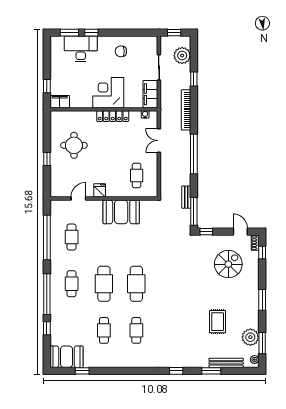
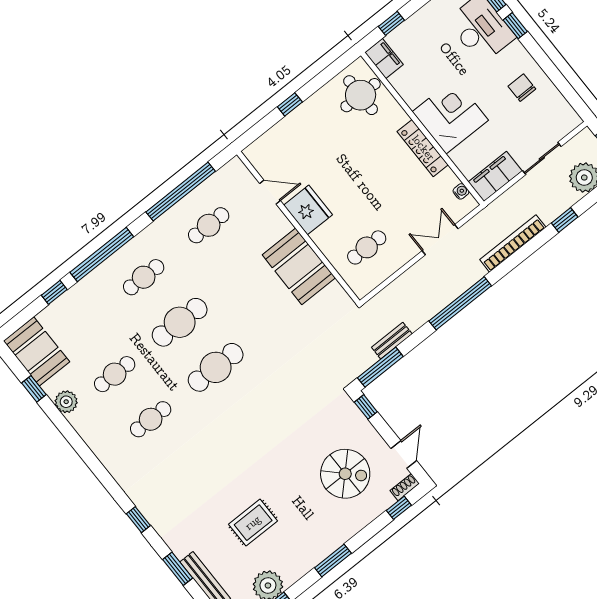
round table: (74, 145) -> (361, 95), moved
fridge: (100, 190) -> (308, 210), width x1.88, depth x1.34
plant: (99, 361) -> (66, 402), added

